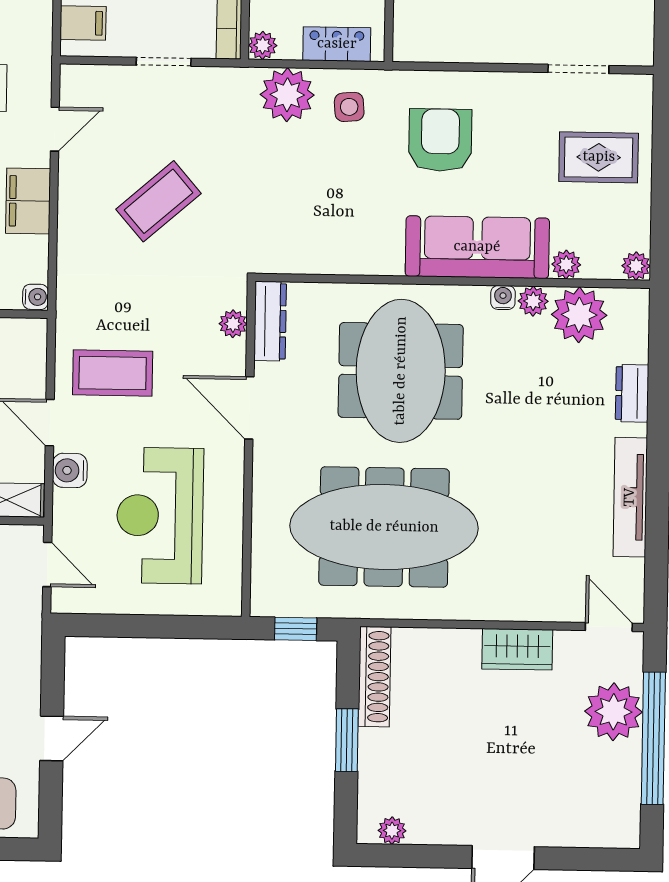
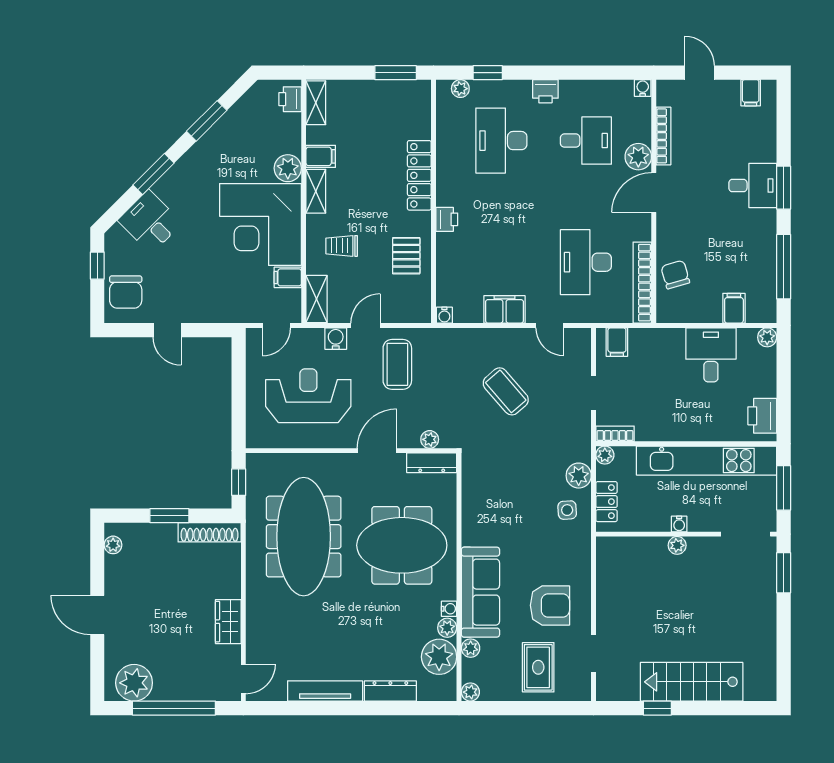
plant: (287, 95) -> (579, 476), width x0.73, depth x0.73
armchair: (440, 140) -> (550, 605), moved
dresser: (632, 393) -> (390, 691), width x1.44
plant: (613, 712) -> (134, 683), moved

